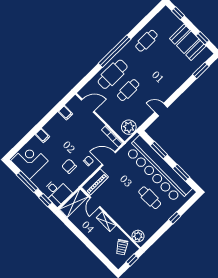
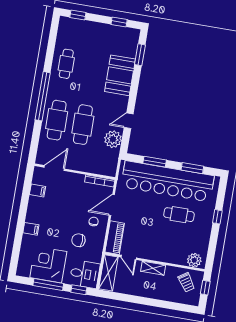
booth: (188, 42) -> (120, 75), moved, turned 90
cafe table: (128, 90) -> (83, 125), width x1.37, depth x1.35
plant: (129, 127) -> (113, 139), moved
corner desk: (29, 161) -> (48, 265), moved

